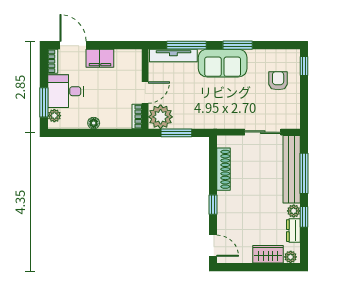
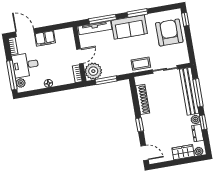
armchair: (278, 81) -> (169, 33), width x1.88, depth x1.88
window: (44, 102) -> (12, 75), width x1.44
coffee table: (230, 118) -> (141, 64), added

